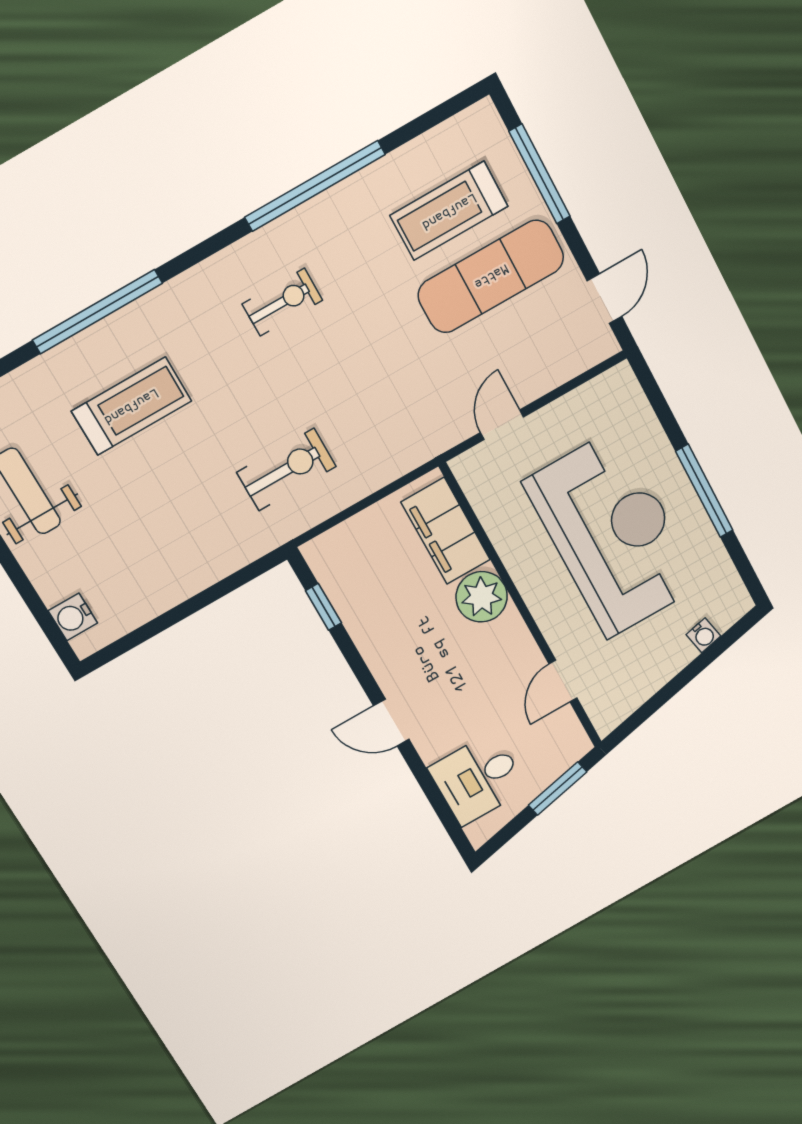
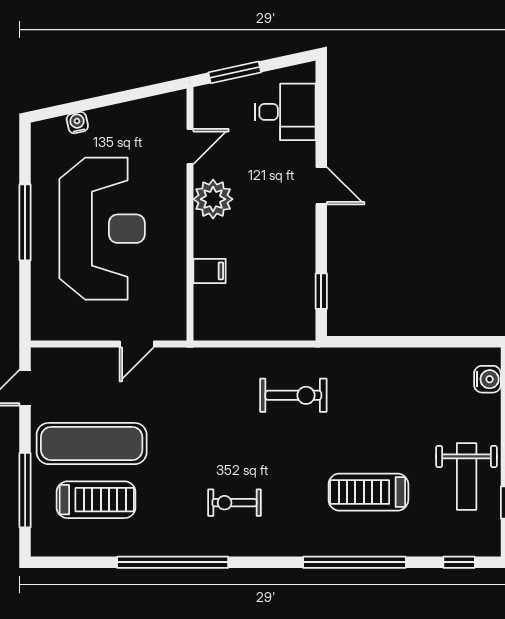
exercise bike: (286, 469) -> (293, 395), turned 180
filing cabinet: (446, 531) -> (210, 271), width x0.33, depth x0.86
reception desk: (613, 534) -> (102, 229), turned 180
plant: (482, 597) -> (213, 199), moved

